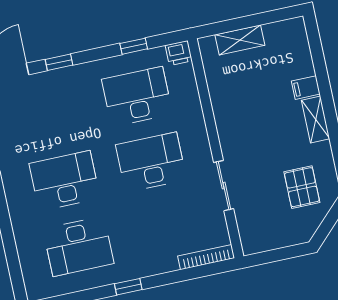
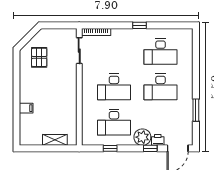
printer: (179, 53) -> (158, 140), moved
plant: (78, 80) -> (142, 137), added
shelving: (316, 120) -> (25, 91), removed
sliding door: (224, 186) -> (79, 51), moved
desk: (79, 246) -> (161, 52), turned 180

